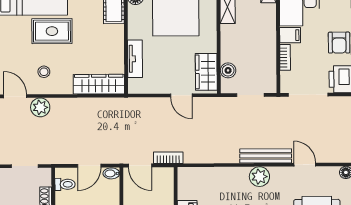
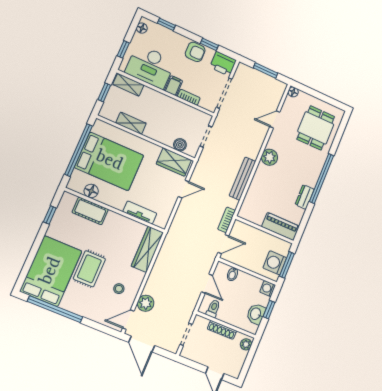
bench: (266, 156) -> (242, 179), moved
bidet: (111, 173) -> (232, 274), moved

